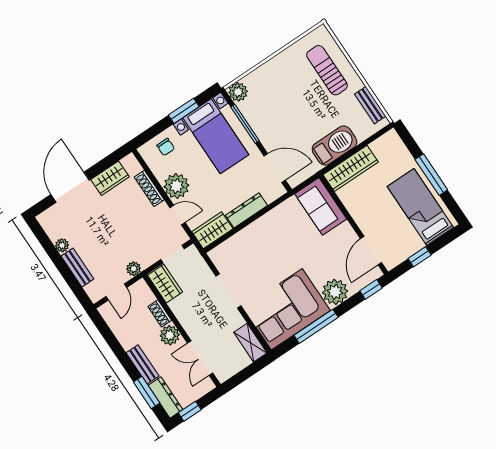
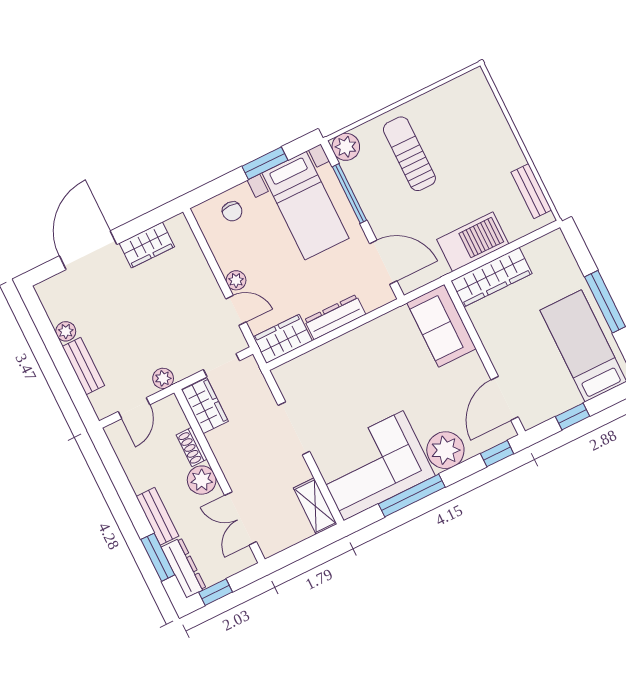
sun lounger: (327, 70) -> (409, 154), moved
plant: (176, 186) -> (236, 280), width x0.53, depth x0.53
shoe rack: (149, 188) -> (201, 267), removed

